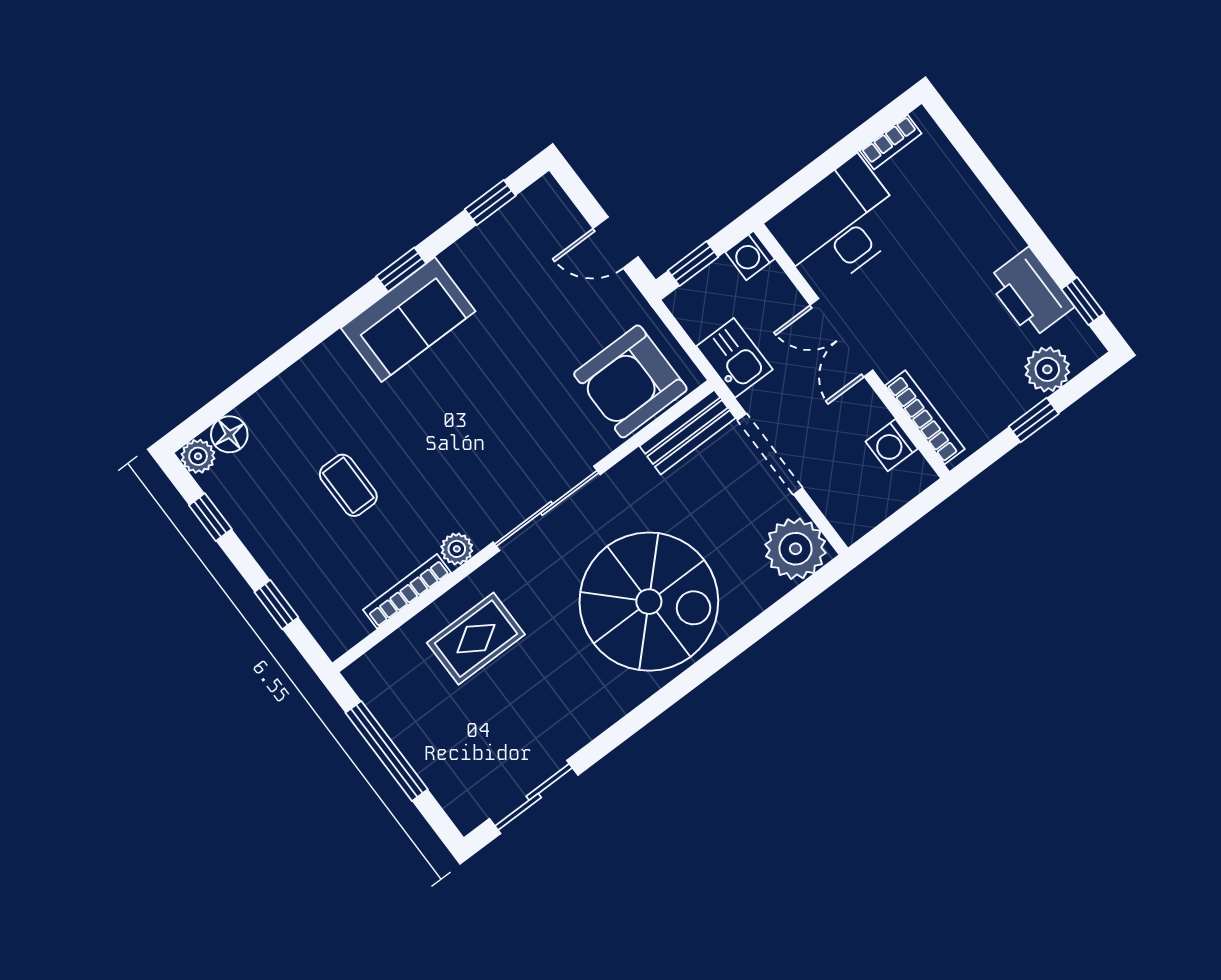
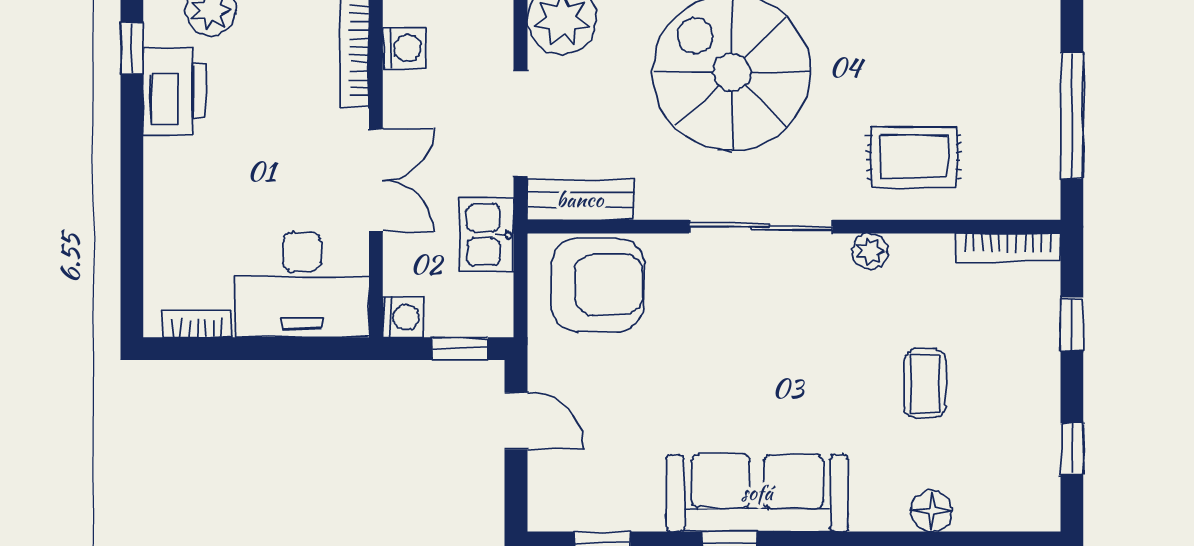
sofa: (408, 320) -> (757, 493), width x1.36
floor lamp: (229, 434) -> (932, 511), moved
plant: (198, 456) -> (1041, 513), removed
bookcase: (407, 591) -> (1008, 247), moved

